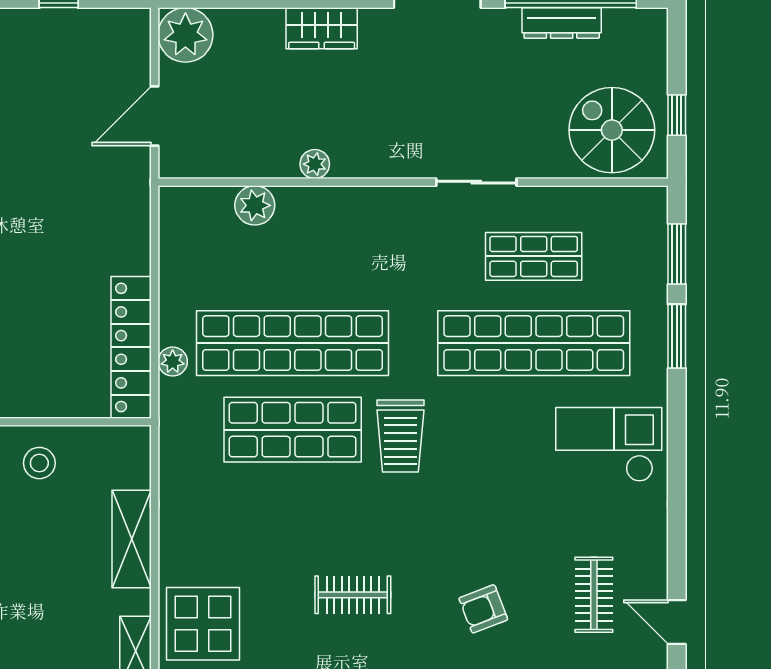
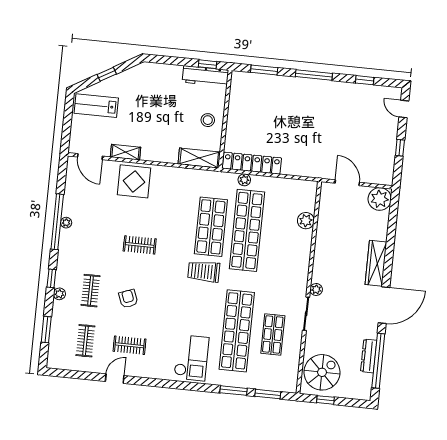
wardrobe: (322, 28) -> (376, 263), width x1.50
plant: (315, 164) -> (316, 289), moved
shelving: (132, 539) -> (199, 158), moved
clothes rail: (353, 595) -> (140, 245), turned 90

